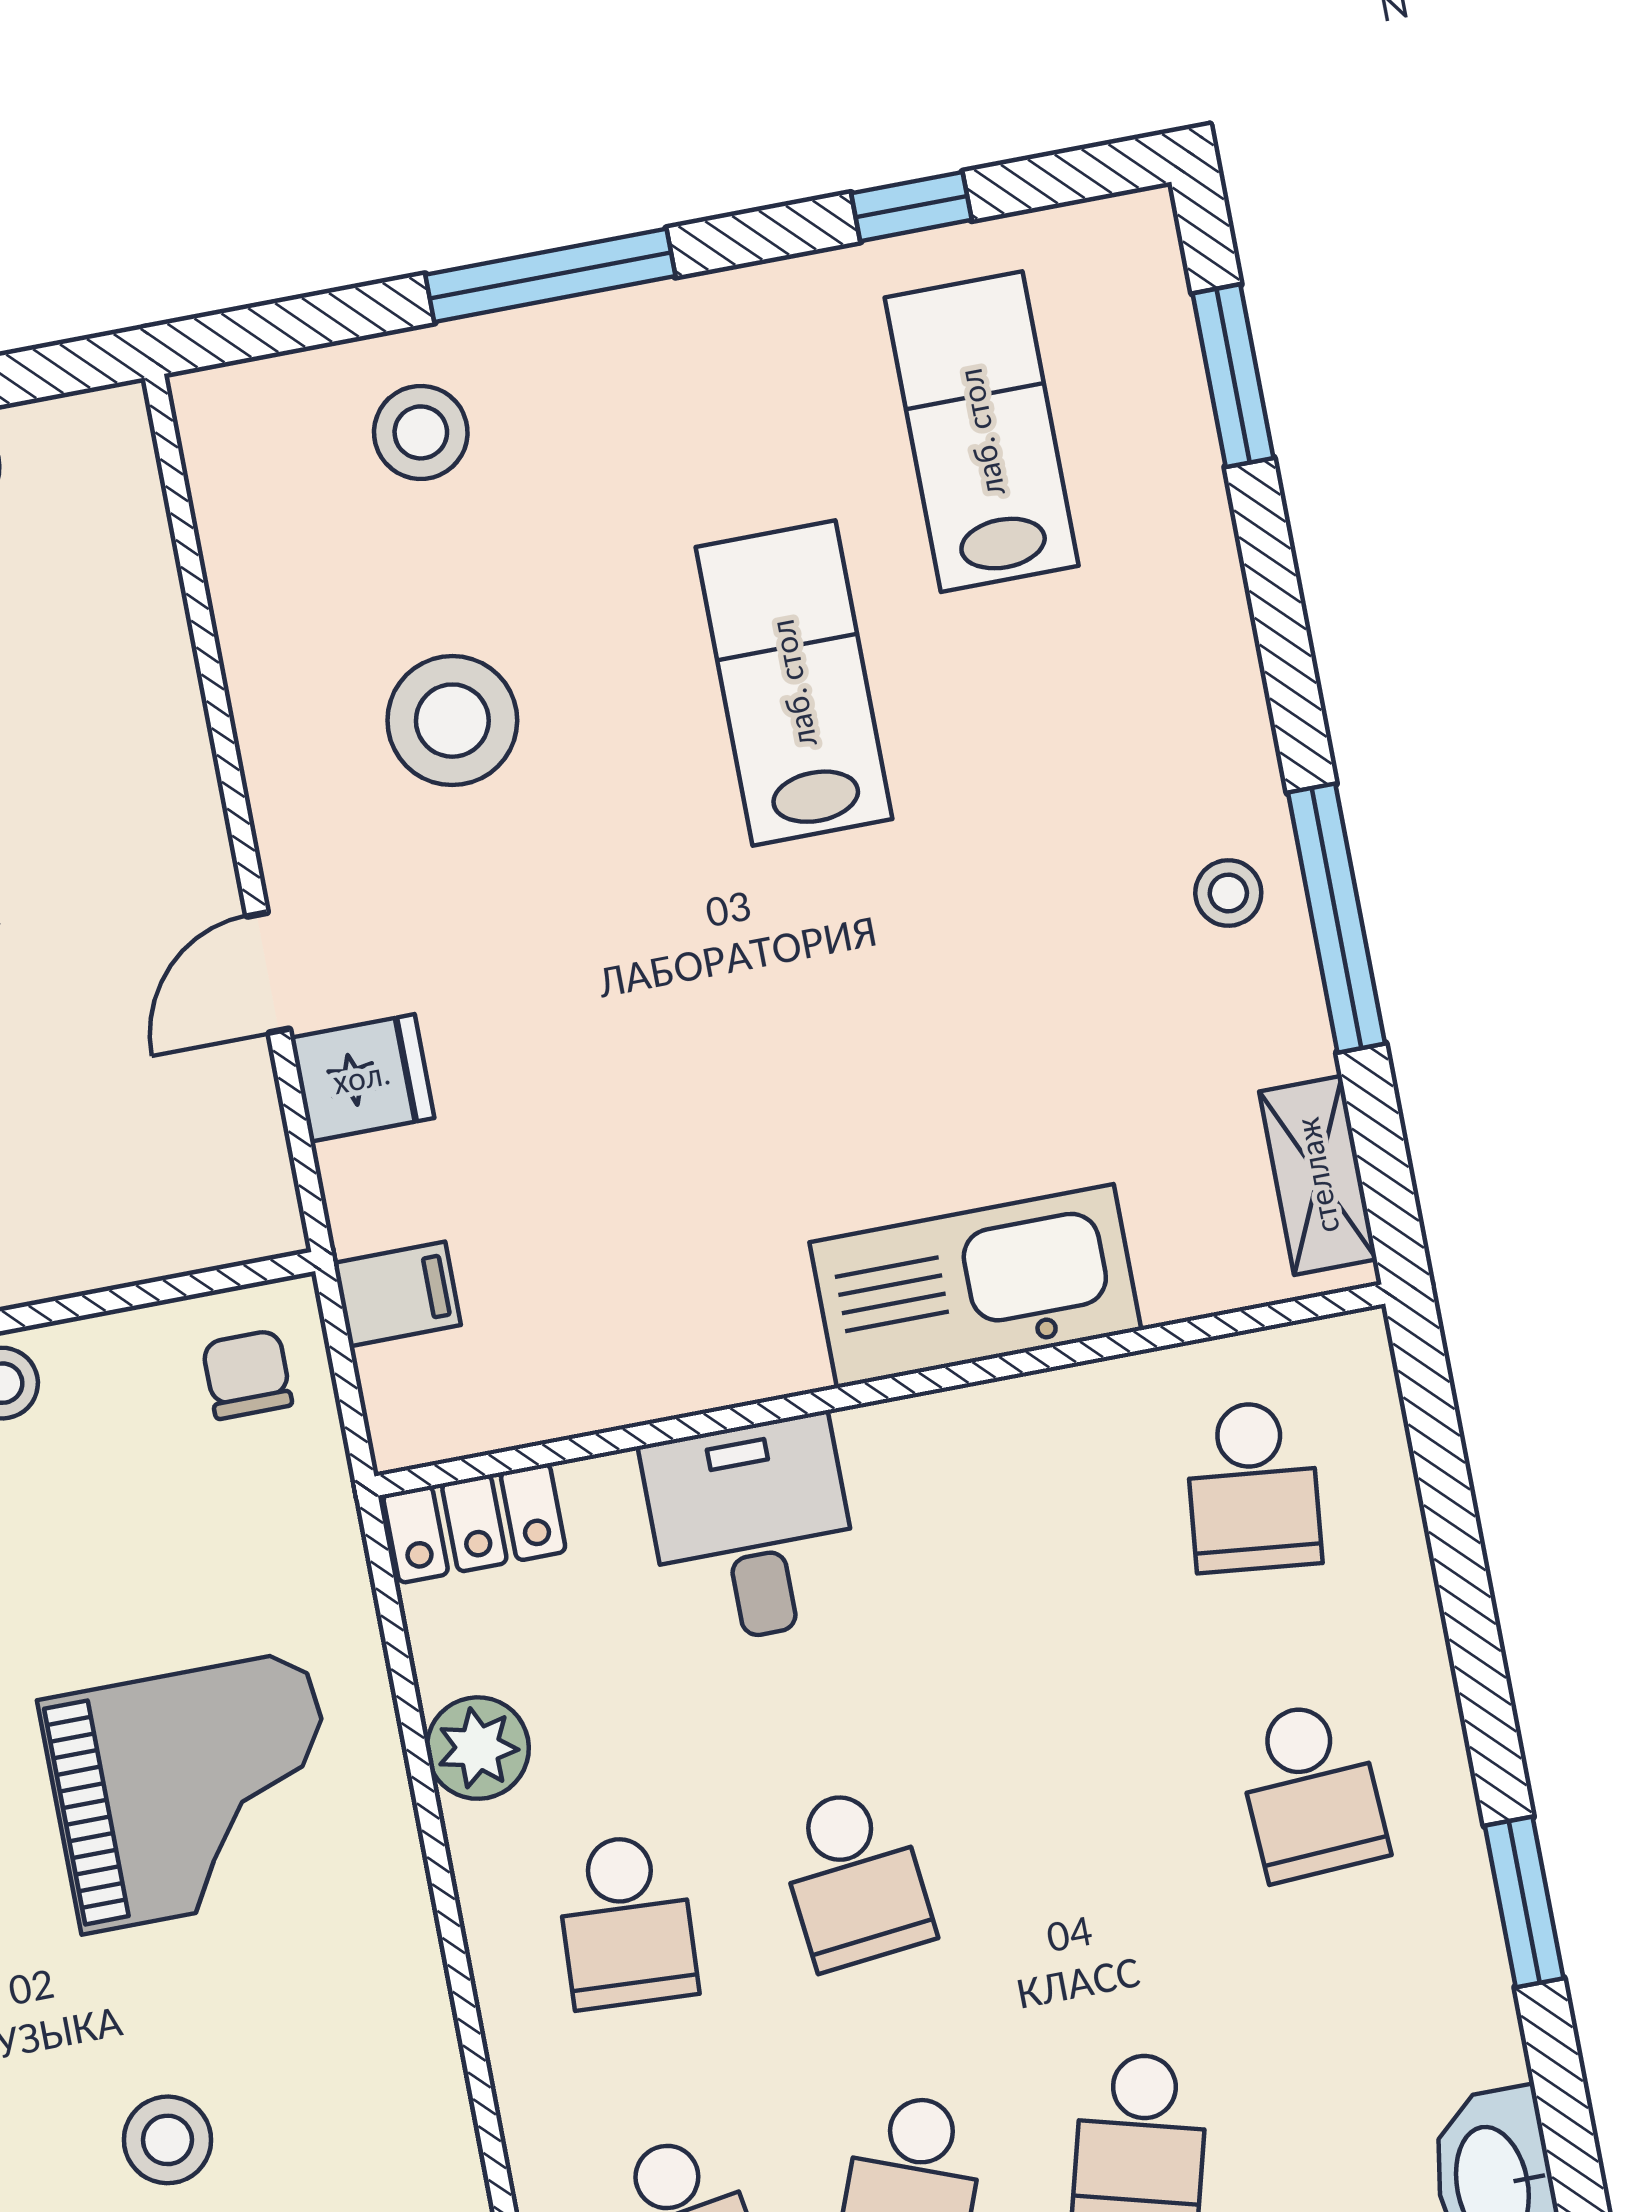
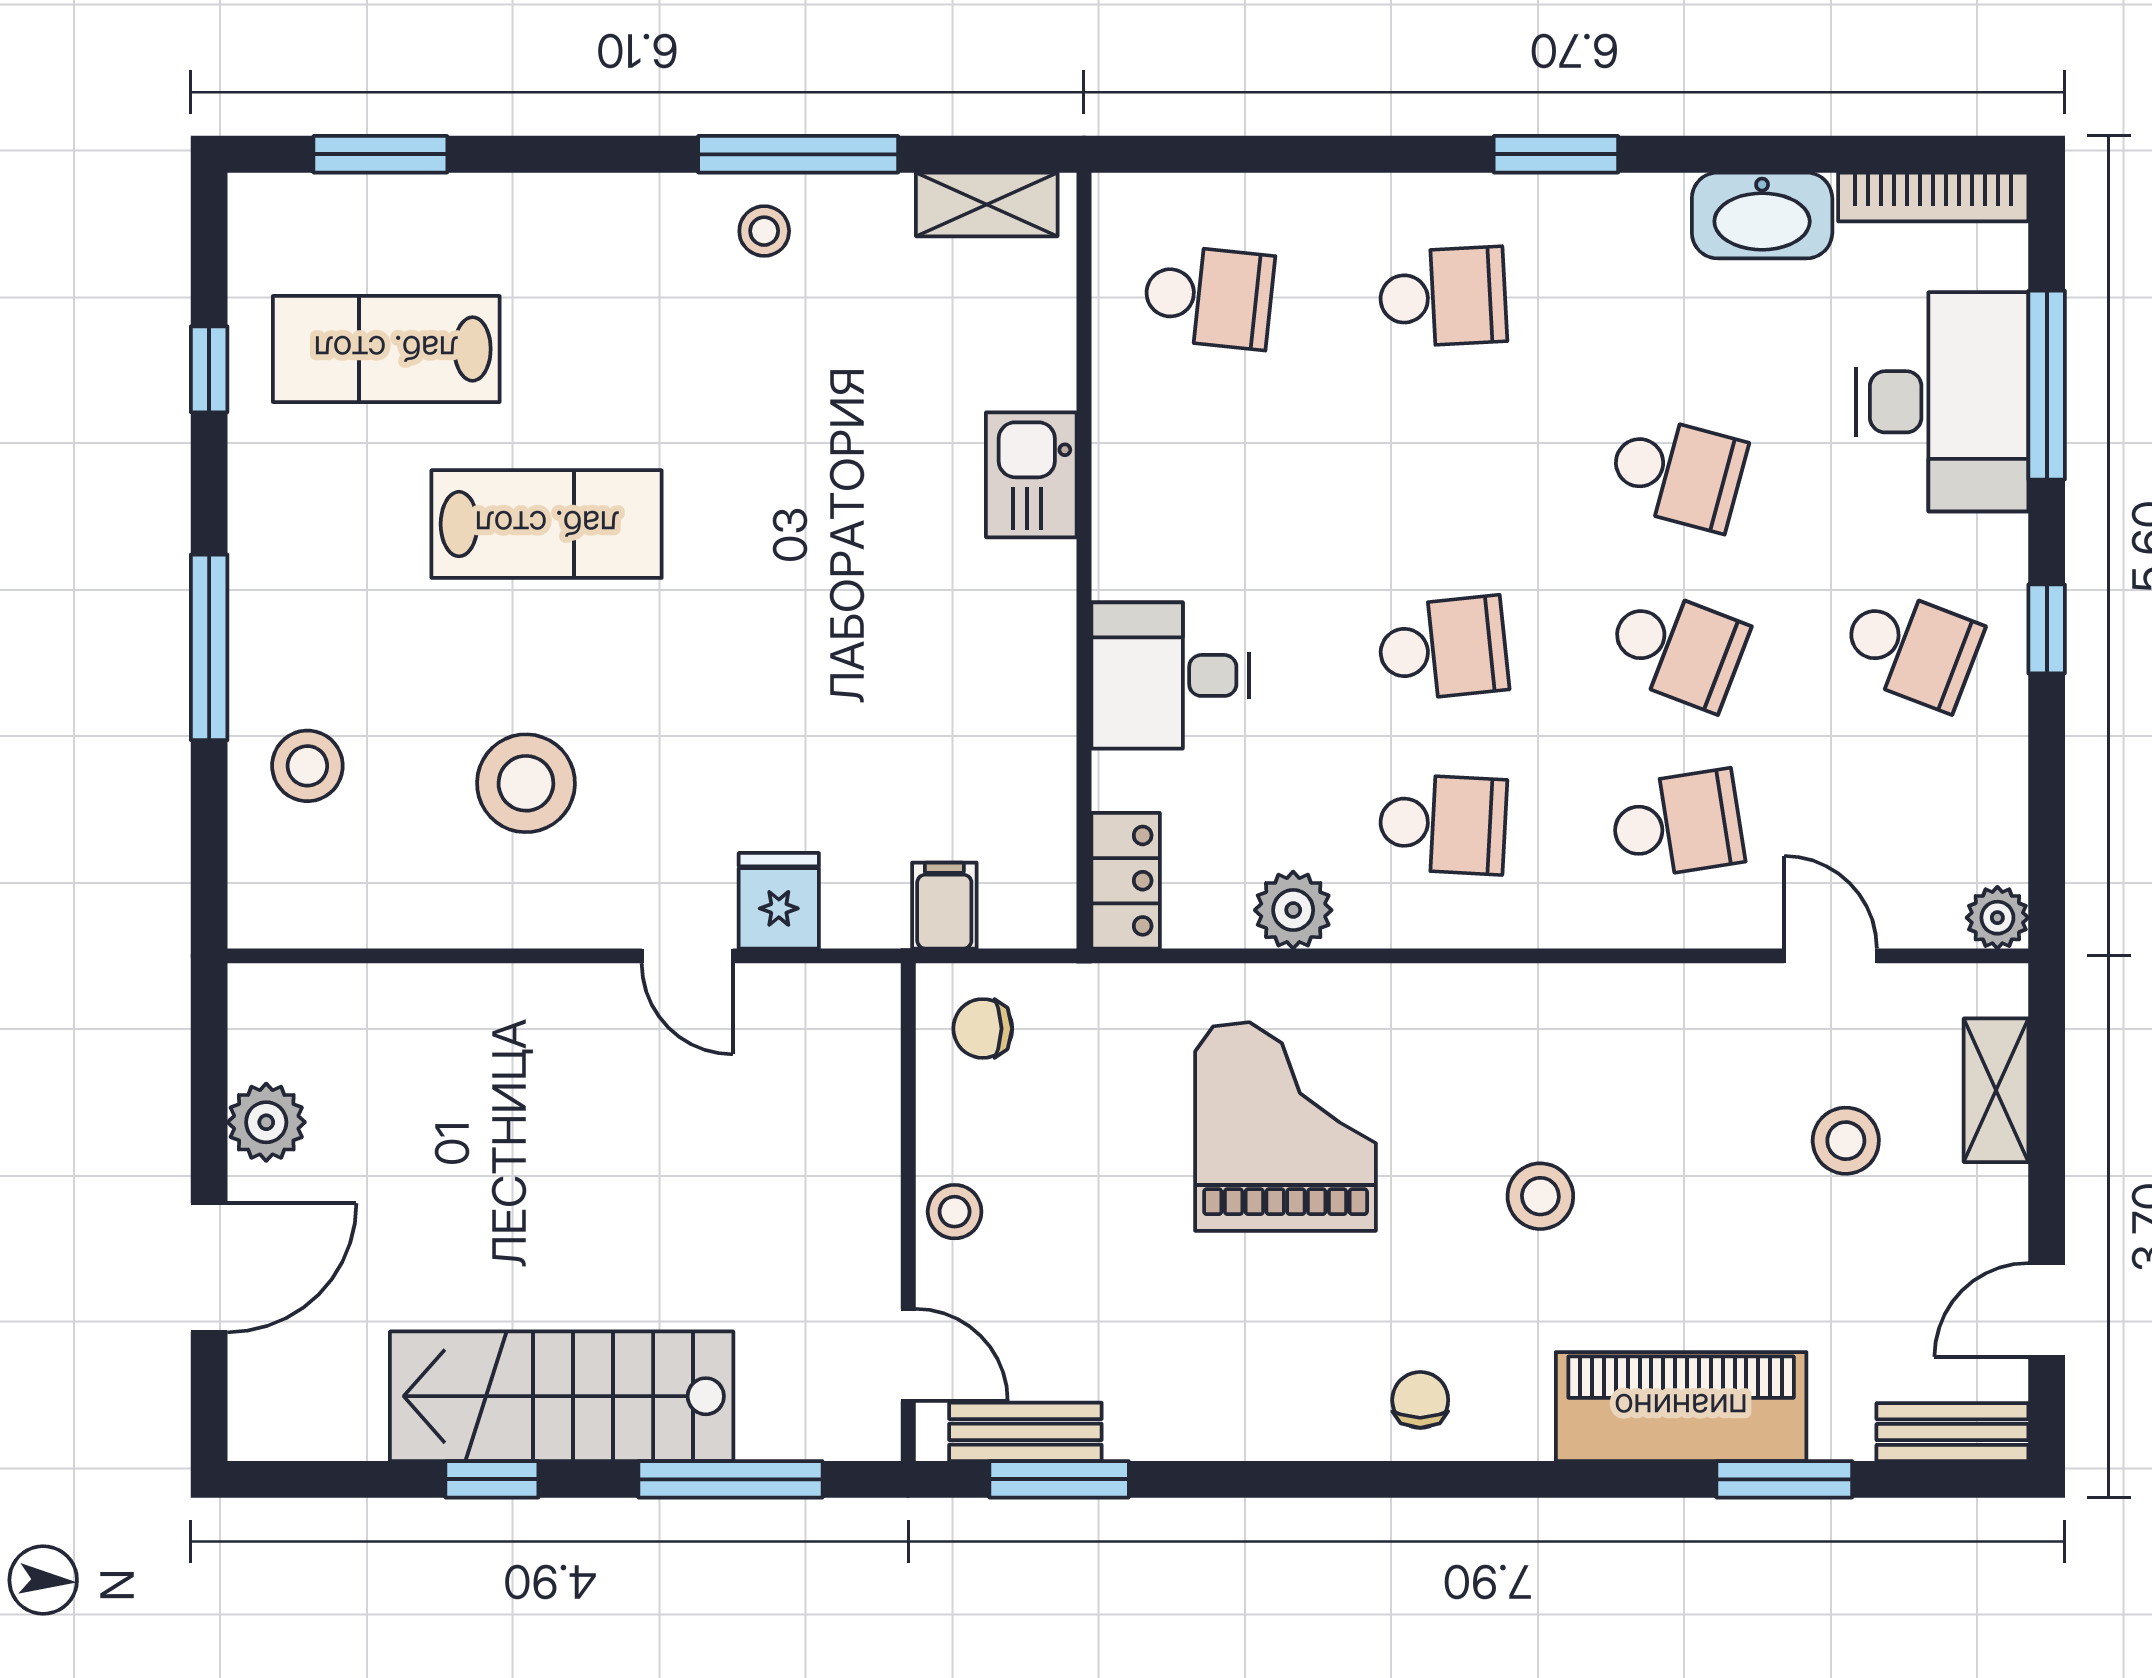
lab bench: (794, 683) -> (547, 524), turned 180
kitchen sink: (975, 1286) -> (1031, 475), width x0.53, depth x0.81

